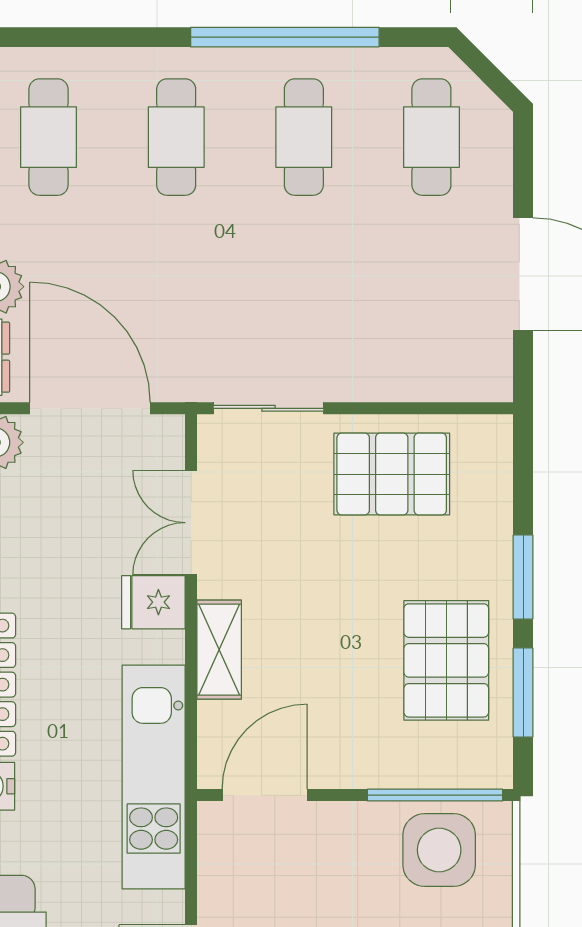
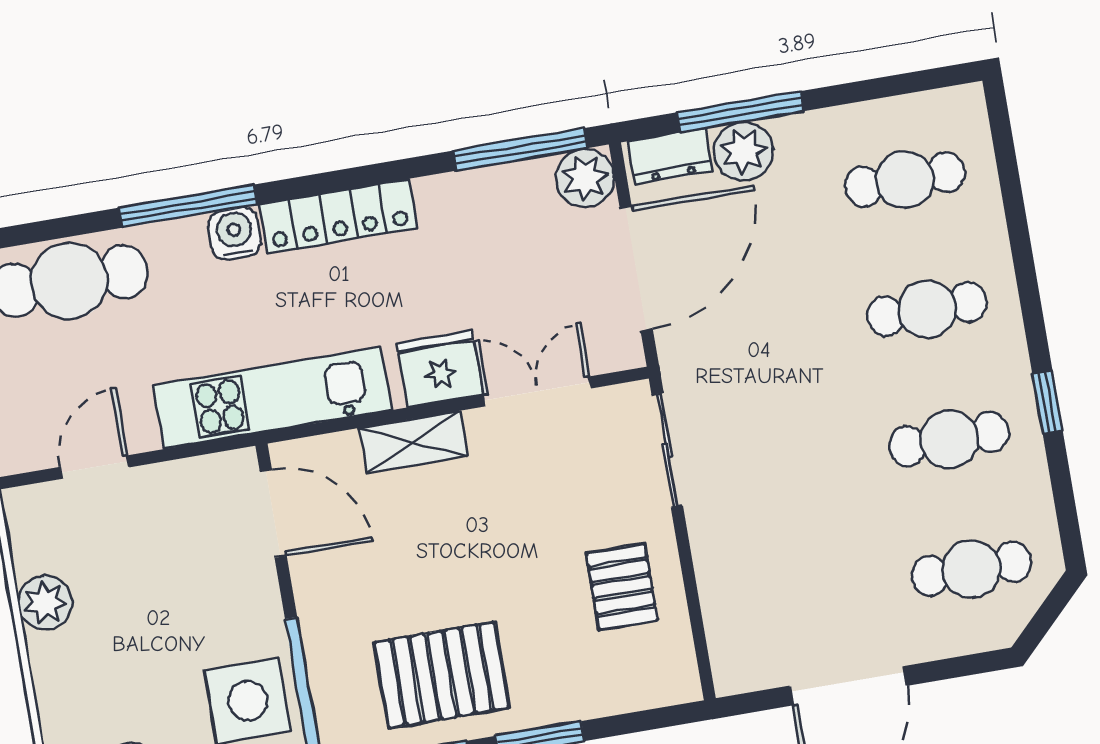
window: (285, 37) -> (1048, 402), width x0.32
pallet: (392, 474) -> (622, 587), width x0.67, depth x0.71
fridge: (153, 602) -> (440, 369), width x1.38

